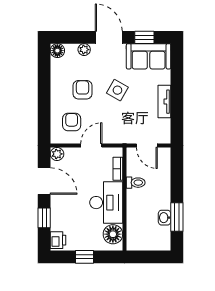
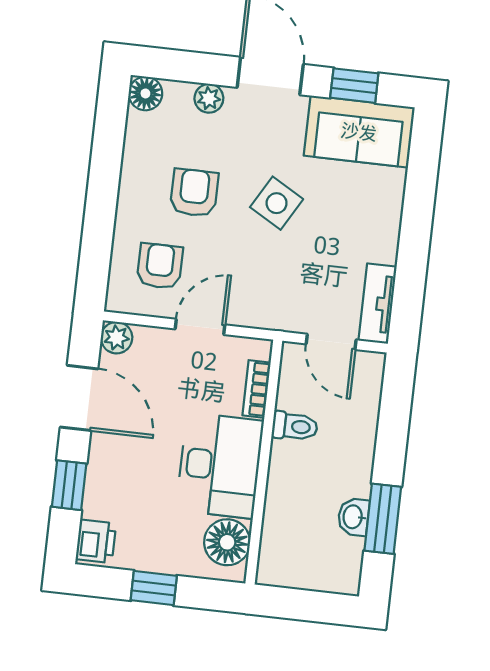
tv unit: (164, 102) -> (378, 304), moved

